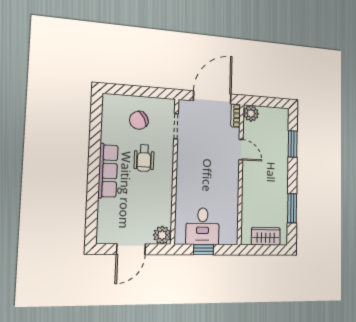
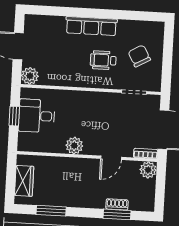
shoe rack: (284, 144) -> (117, 204), added
plant: (231, 187) -> (74, 146), added

